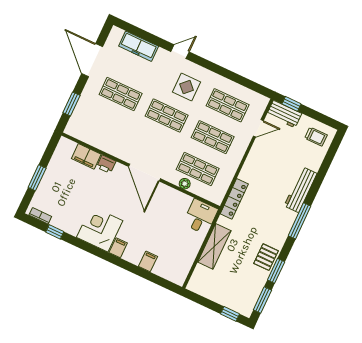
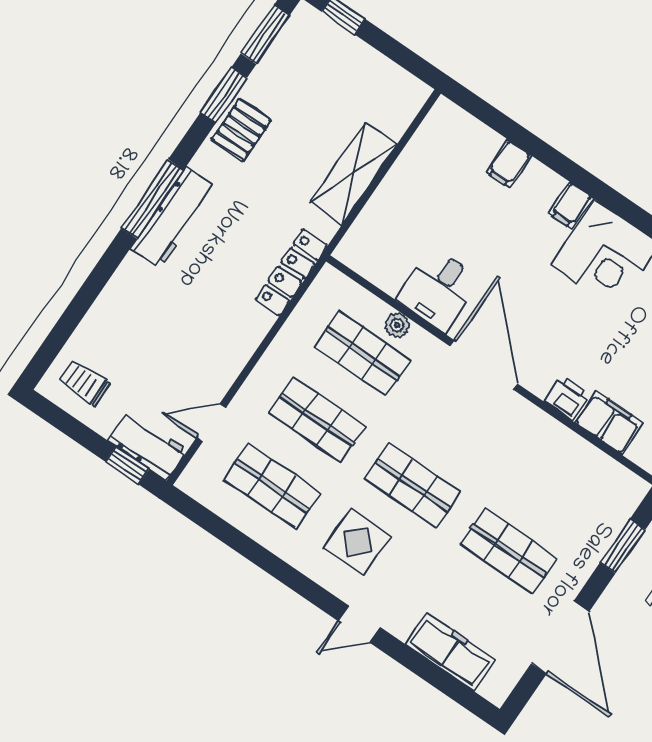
workbench: (301, 190) -> (174, 218), moved
desk: (200, 217) -> (439, 290), moved

